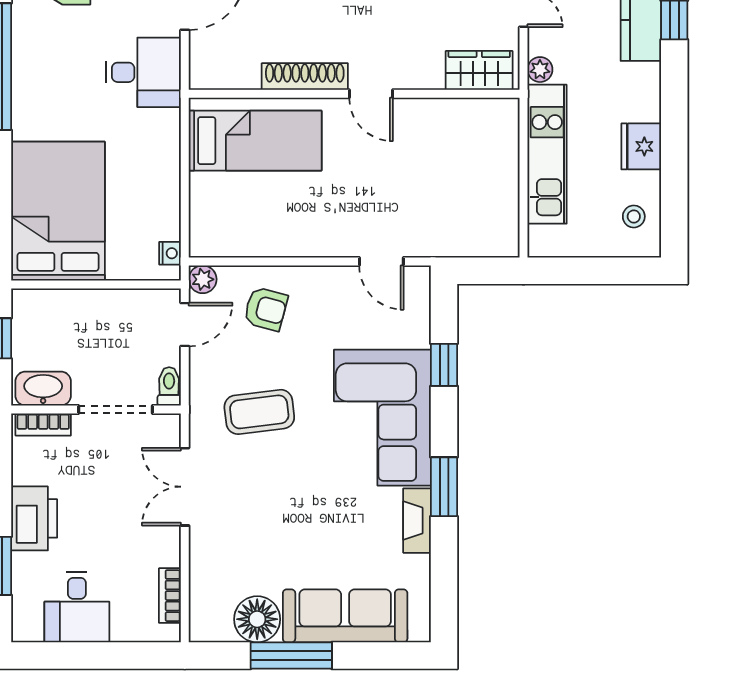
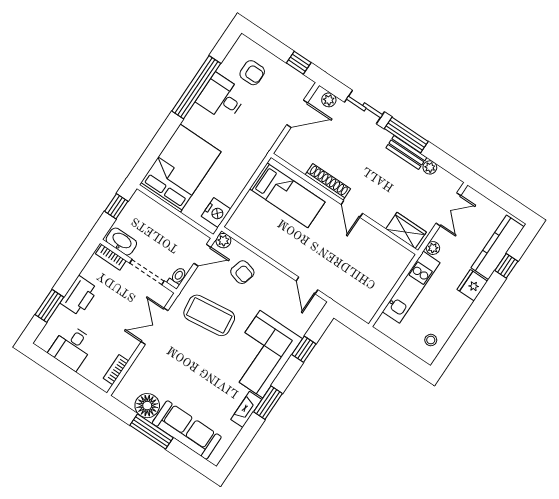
desk: (143, 72) -> (222, 98), moved, turned 180
fridge: (641, 146) -> (472, 285), moved
nightstand: (170, 253) -> (216, 213), width x1.89, depth x1.79
coffee table: (259, 412) -> (209, 315), width x1.36, depth x1.32

